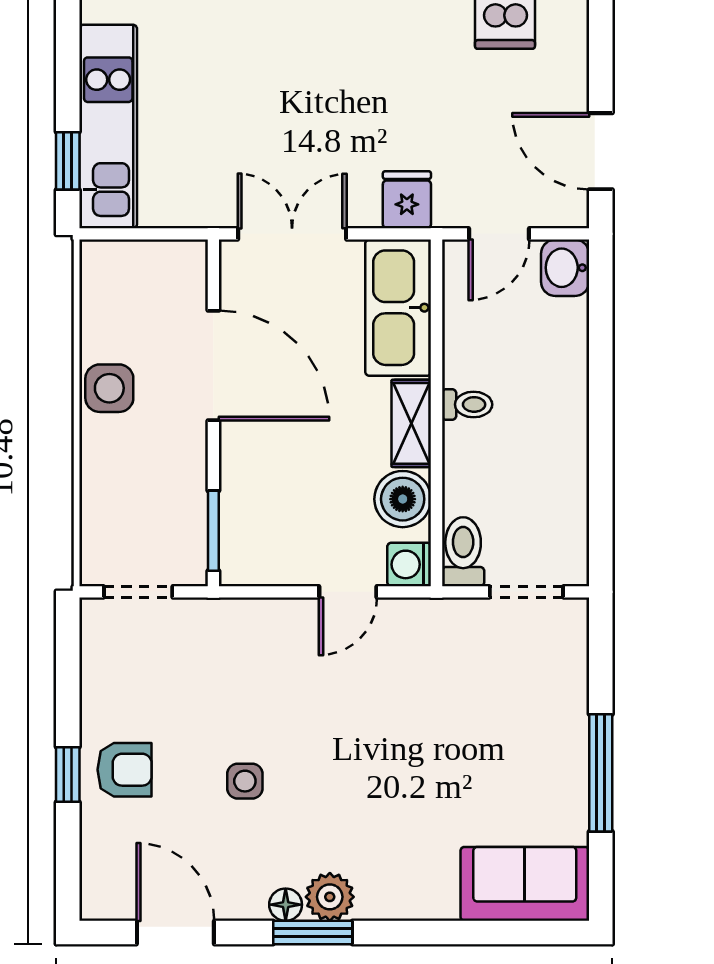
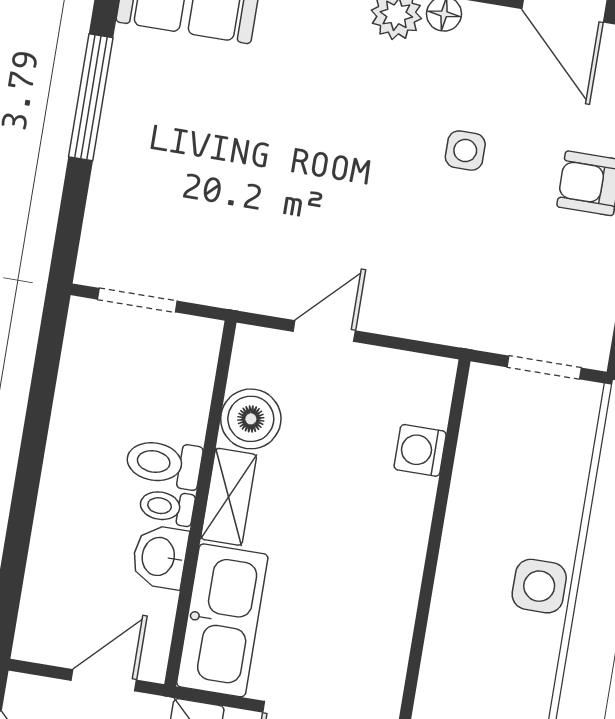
washbasin: (565, 268) -> (160, 557), moved, turned 180
door: (213, 366) -> (426, 592), removed
window: (213, 531) -> (455, 418), removed
toilet: (463, 552) -> (164, 463), moved, turned 90
washing machine: (409, 564) -> (420, 450), moved, turned 180

